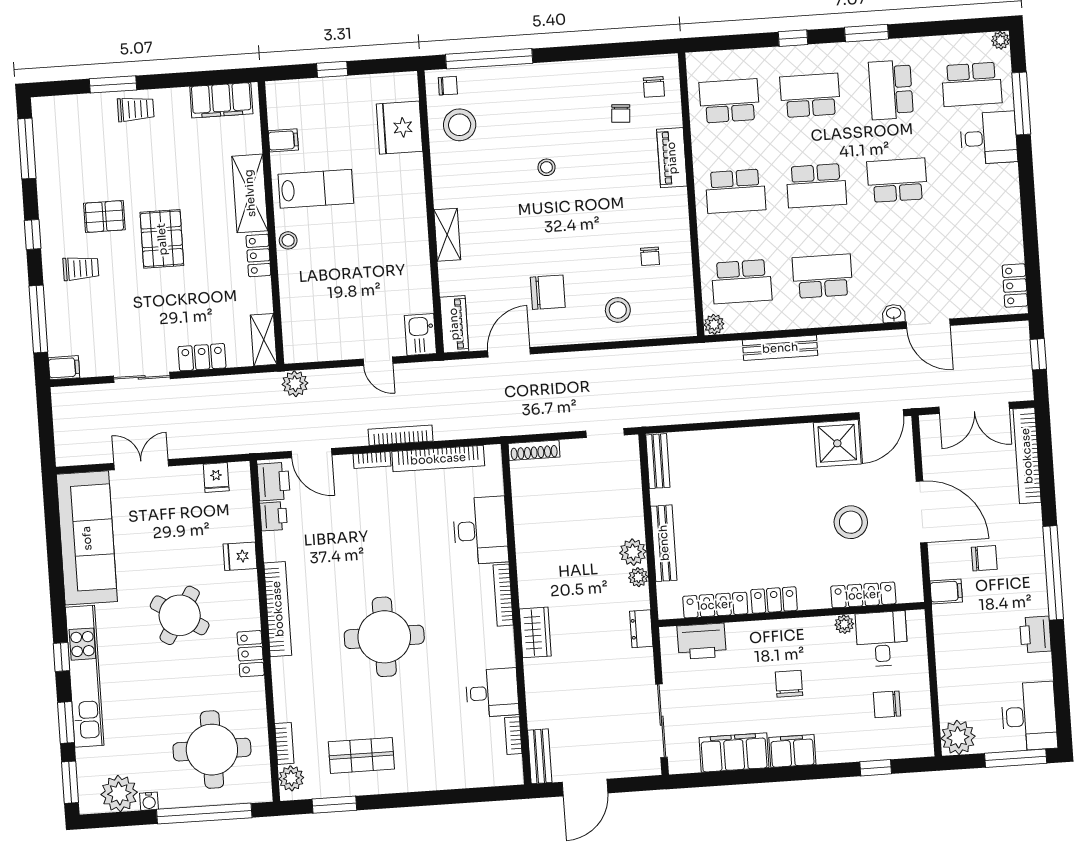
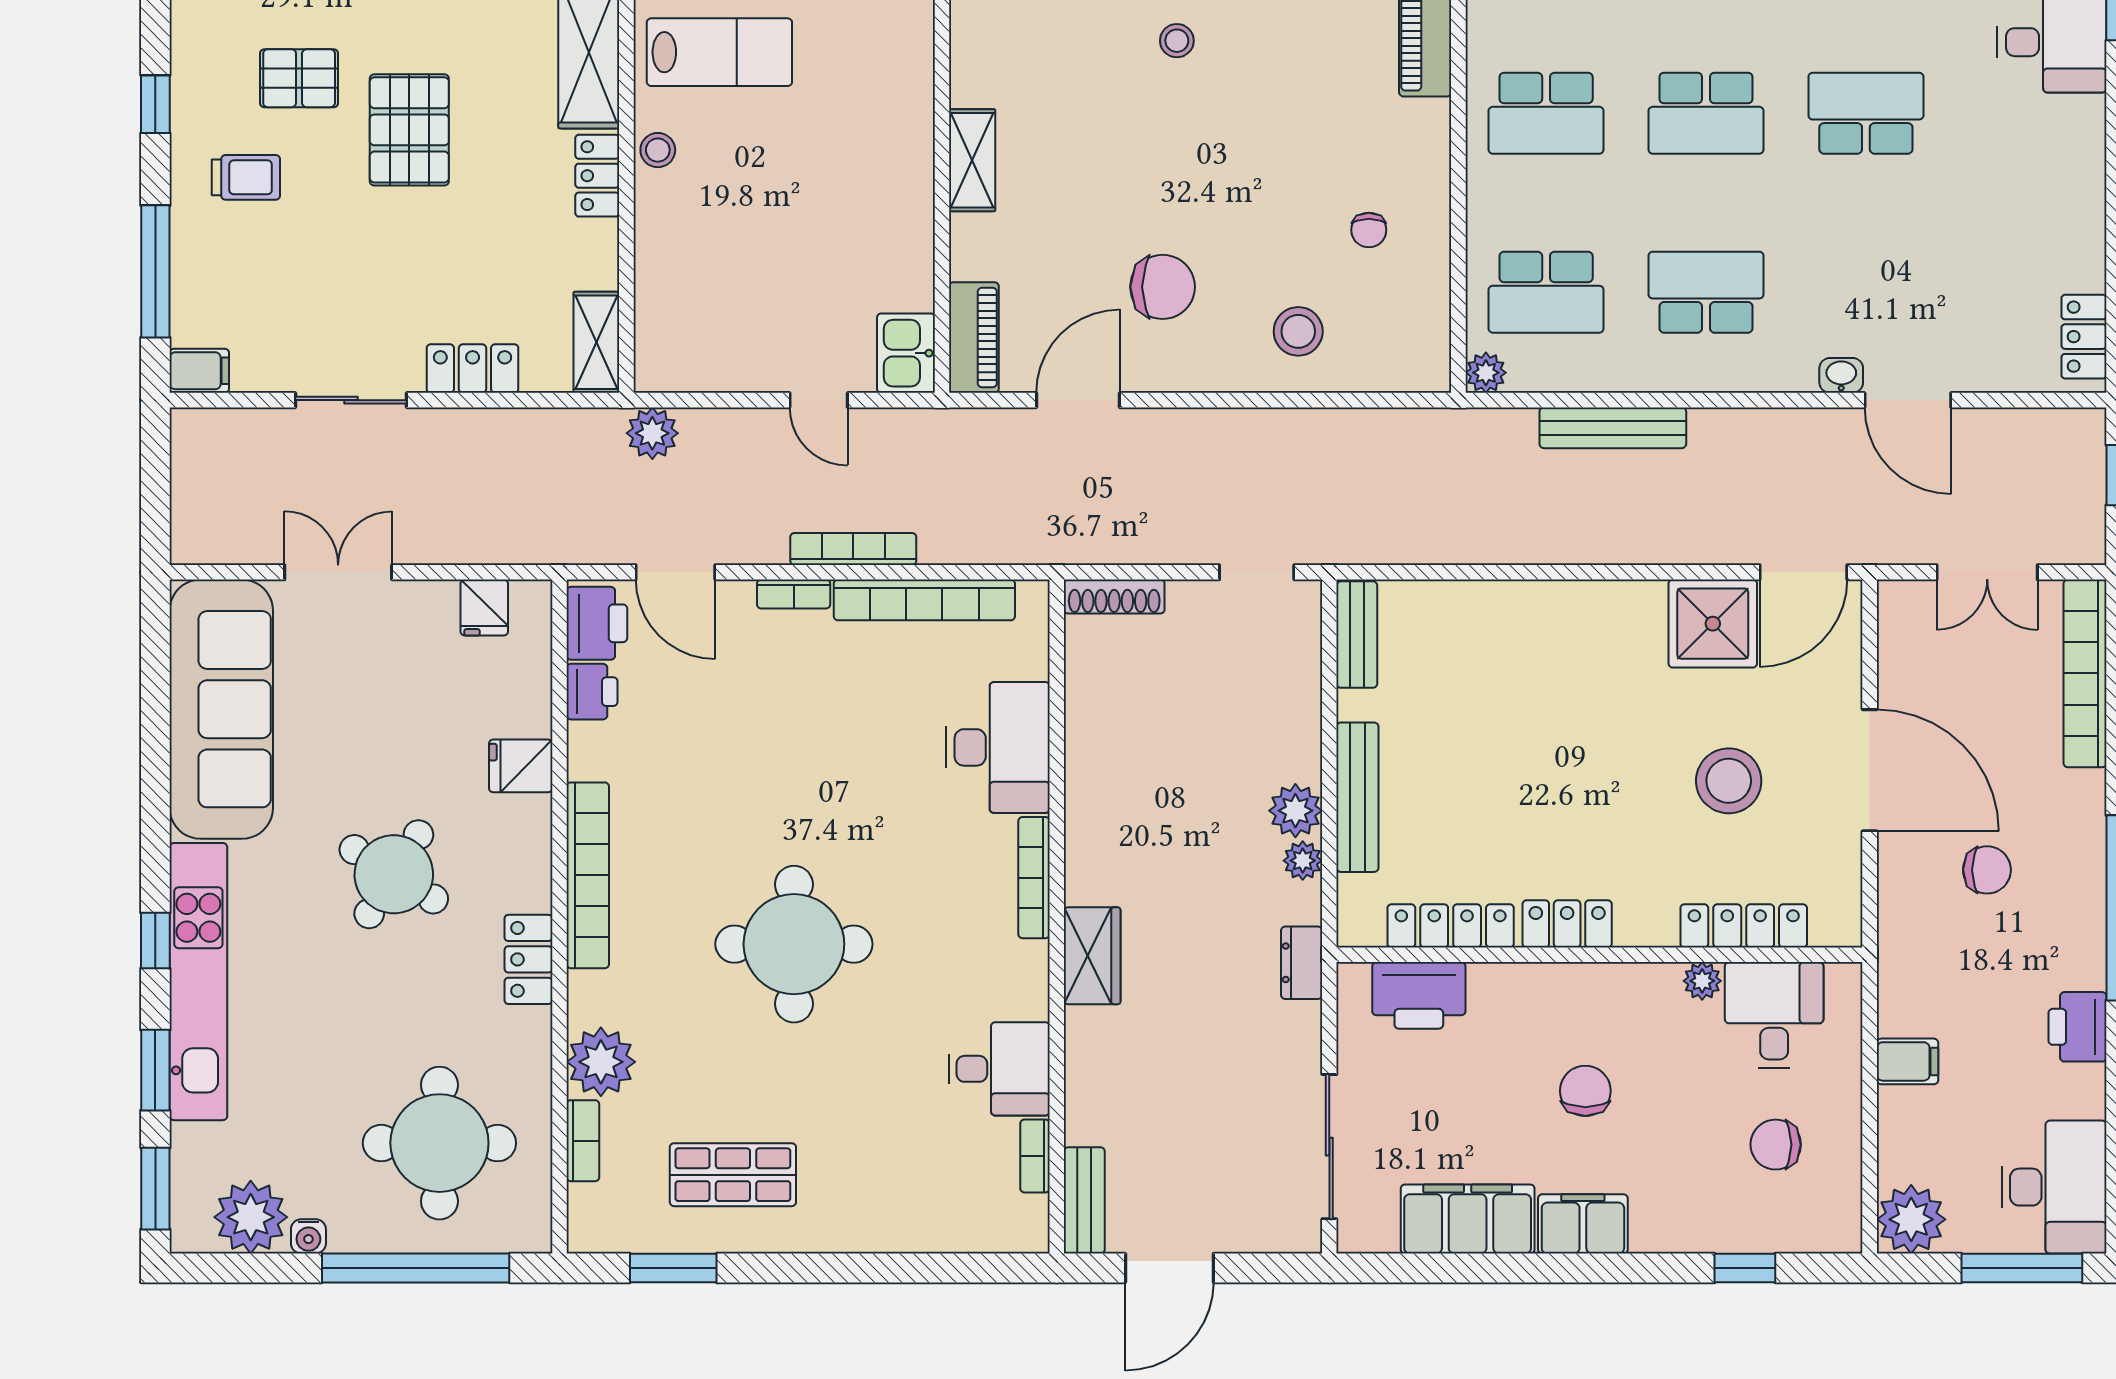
double door: (974, 408) -> (1987, 572), width x0.73
filing cabinet: (946, 591) -> (1907, 1061), moved
plant: (291, 778) -> (601, 1062), moved, width x1.36, depth x1.36

